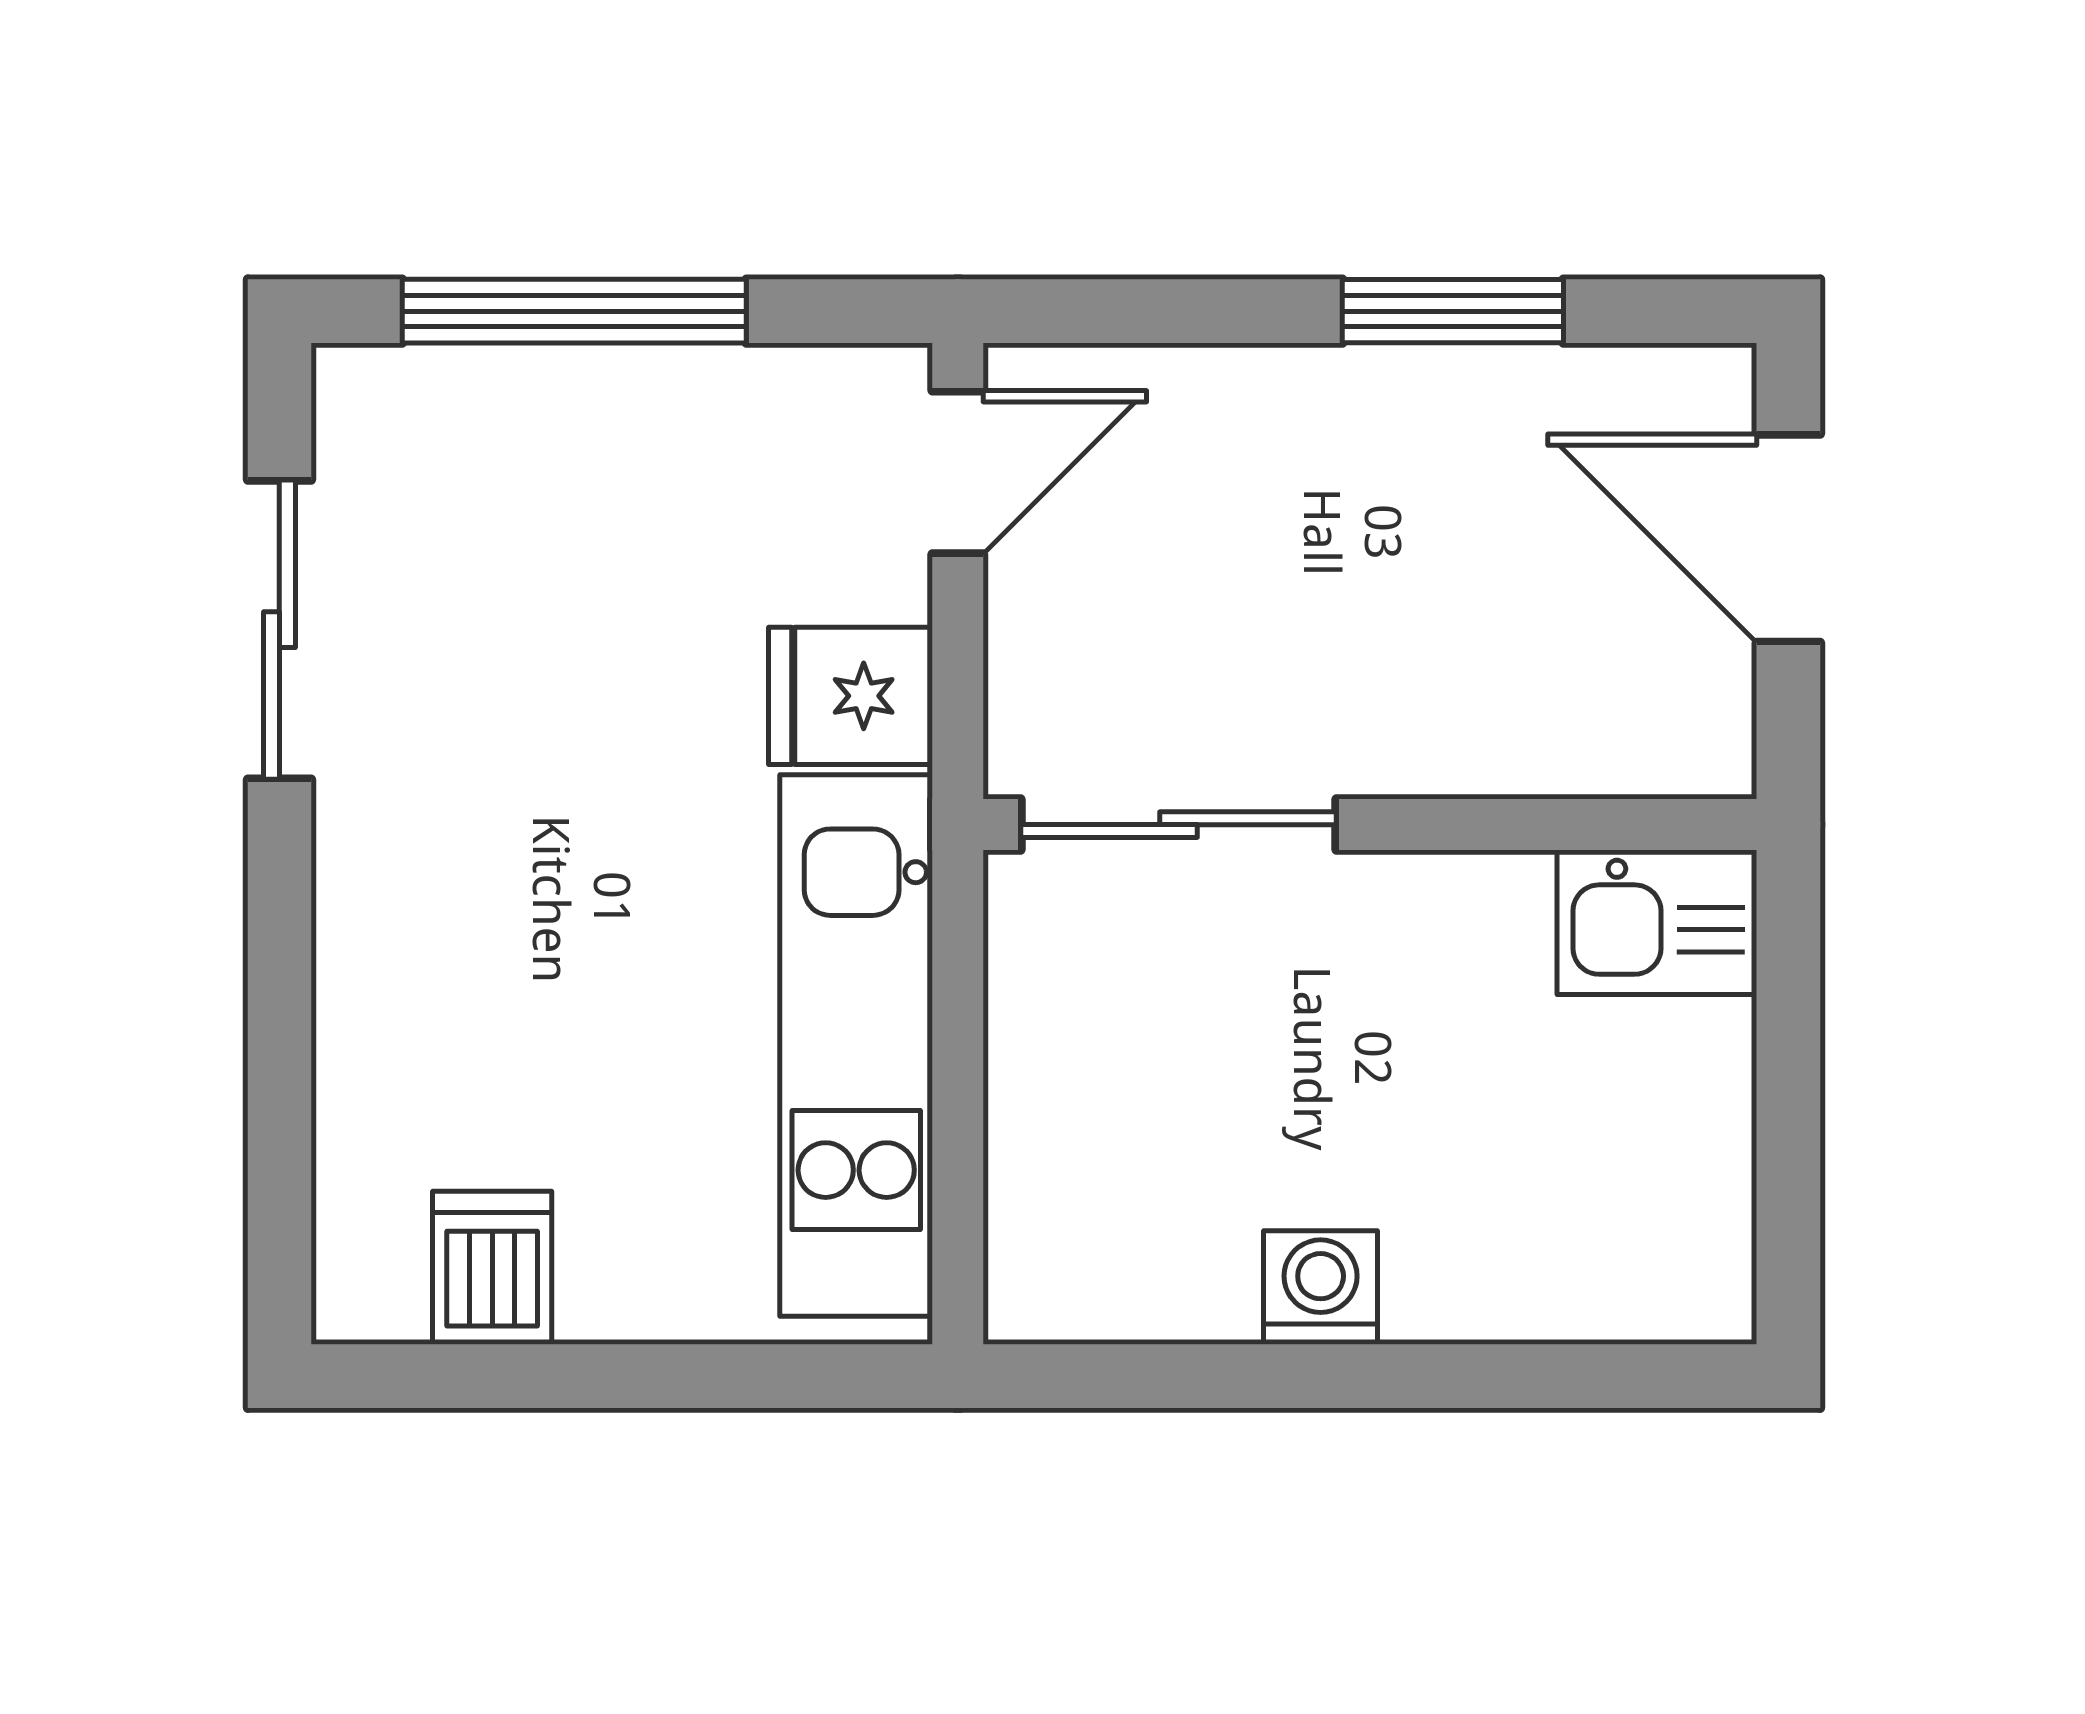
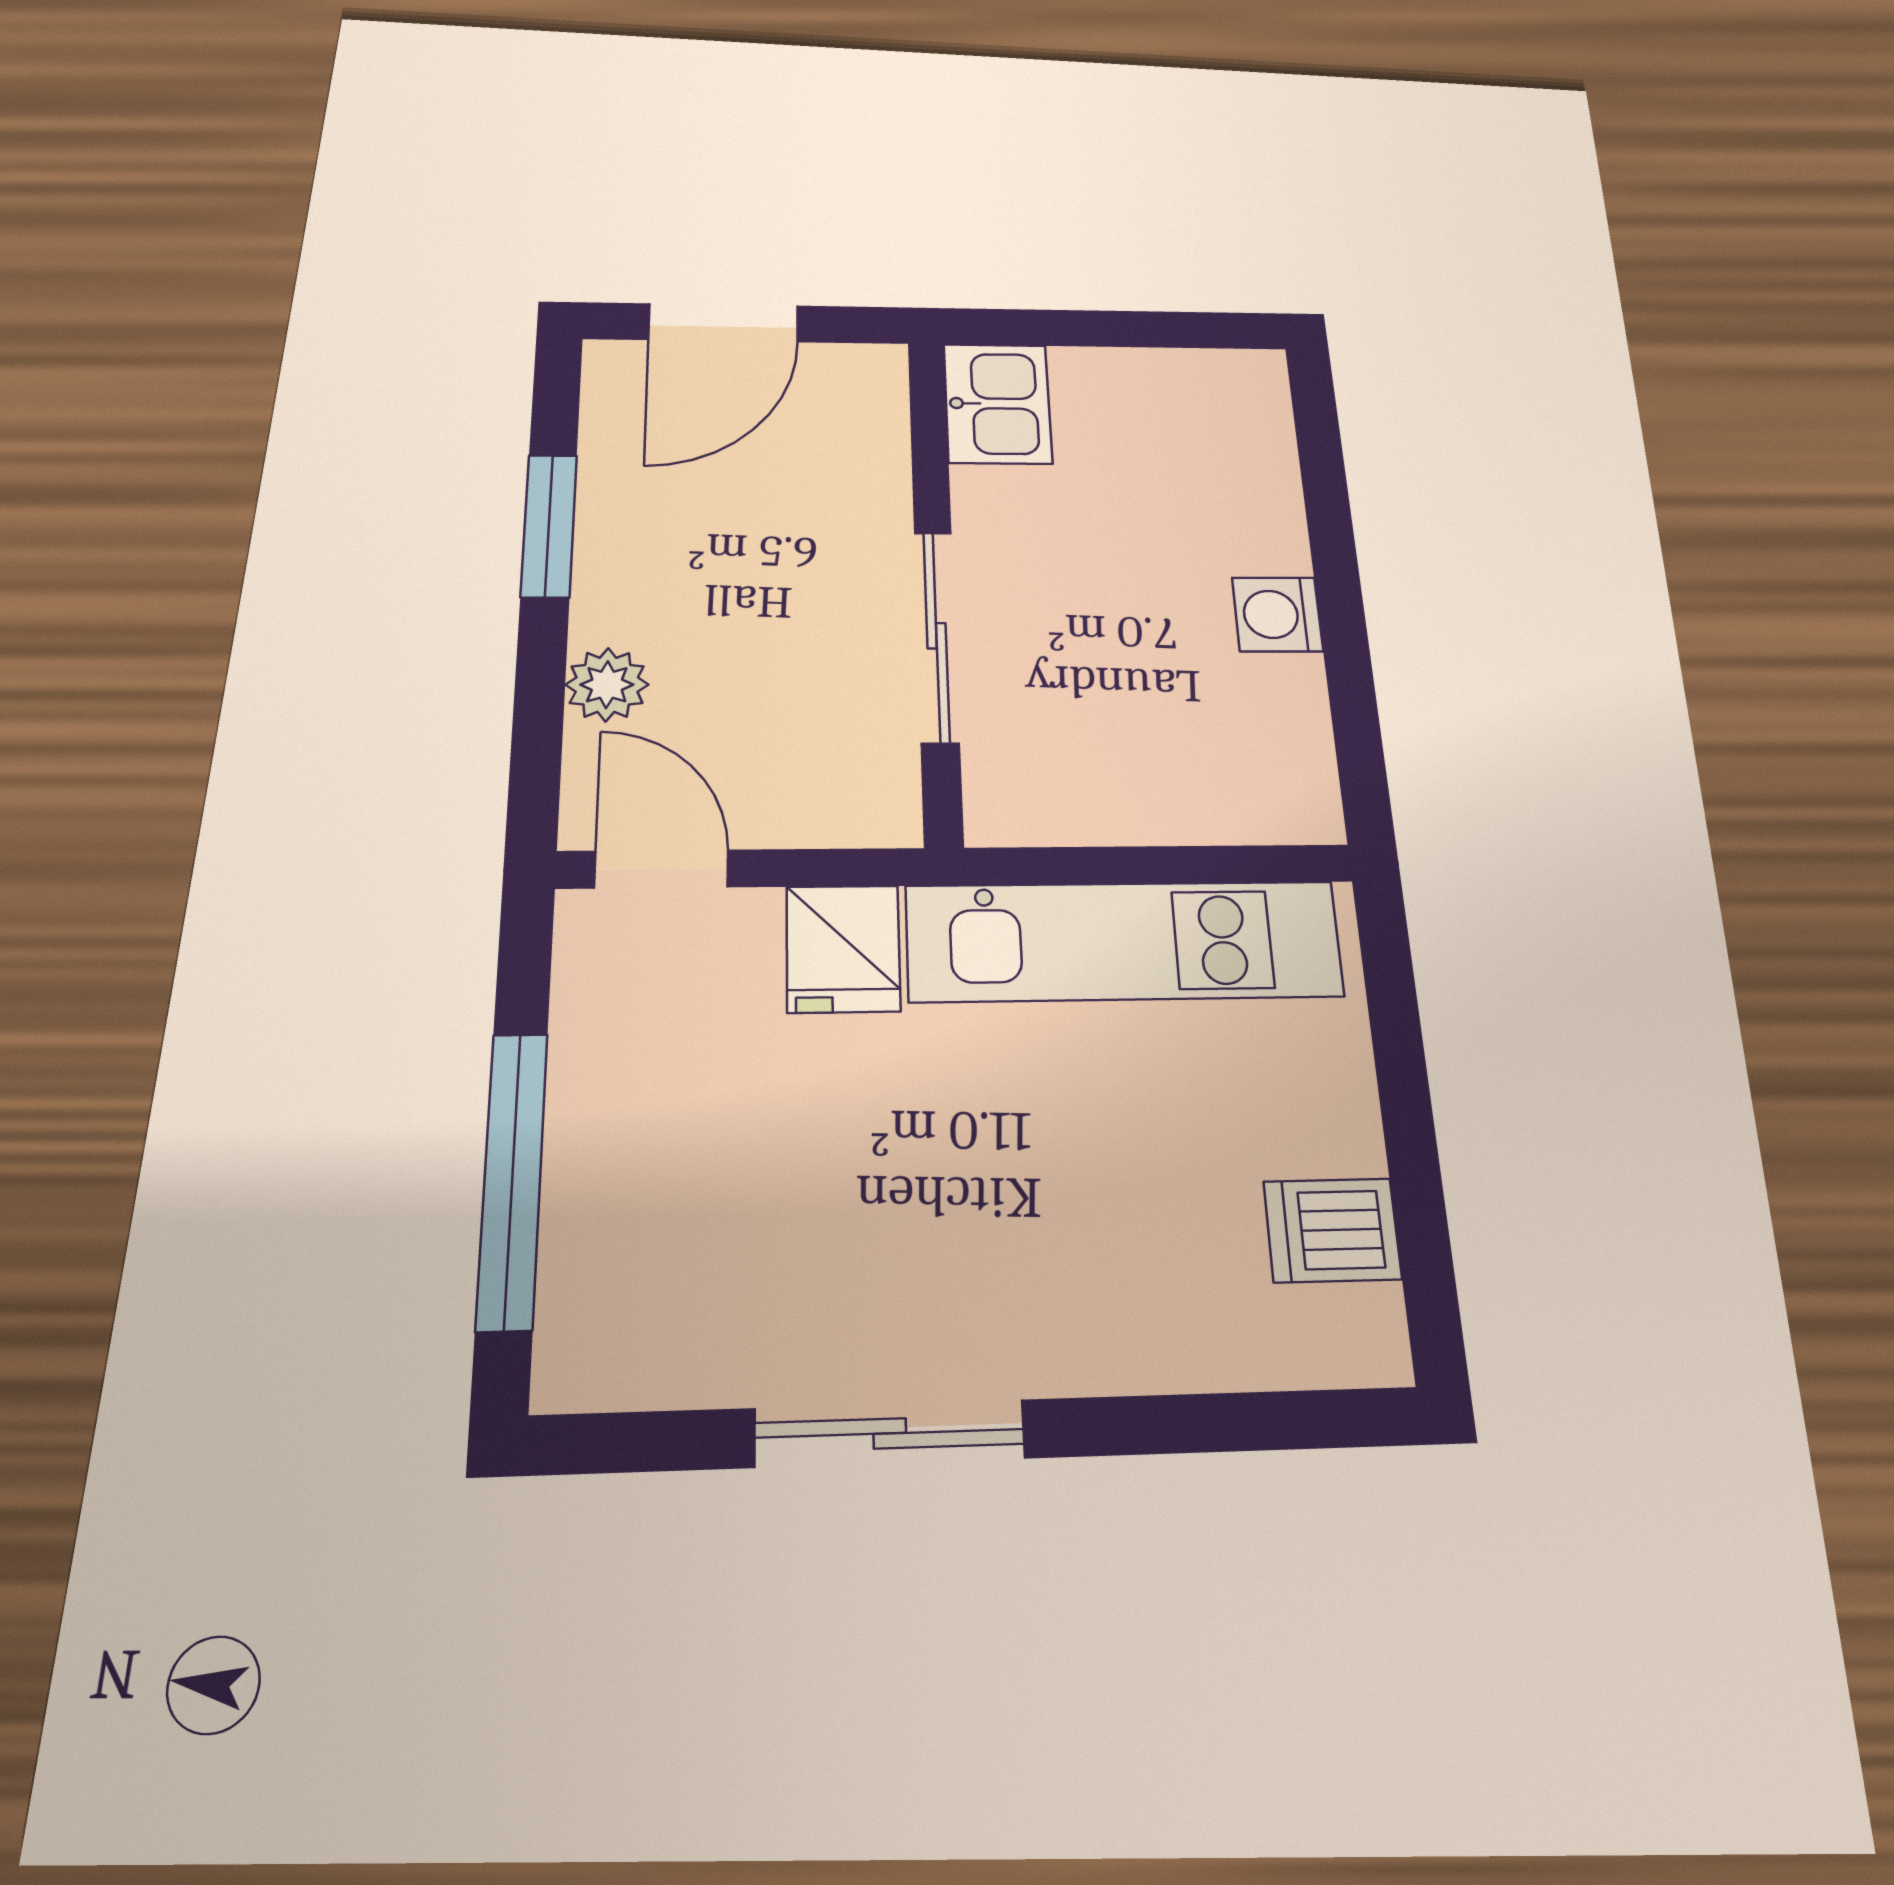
plant: (1214, 396) -> (607, 685), added
sliding door: (279, 630) -> (890, 1433), moved
sliding door: (1179, 825) -> (936, 636), moved

